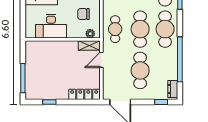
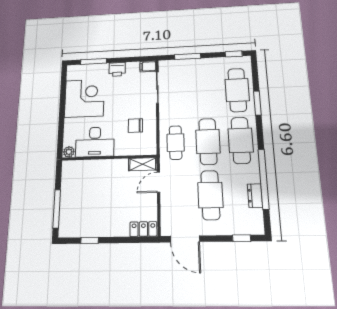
plant: (90, 34) -> (69, 152), moved
dresser: (173, 89) -> (255, 196), moved
locker: (84, 94) -> (143, 229), width x0.66

